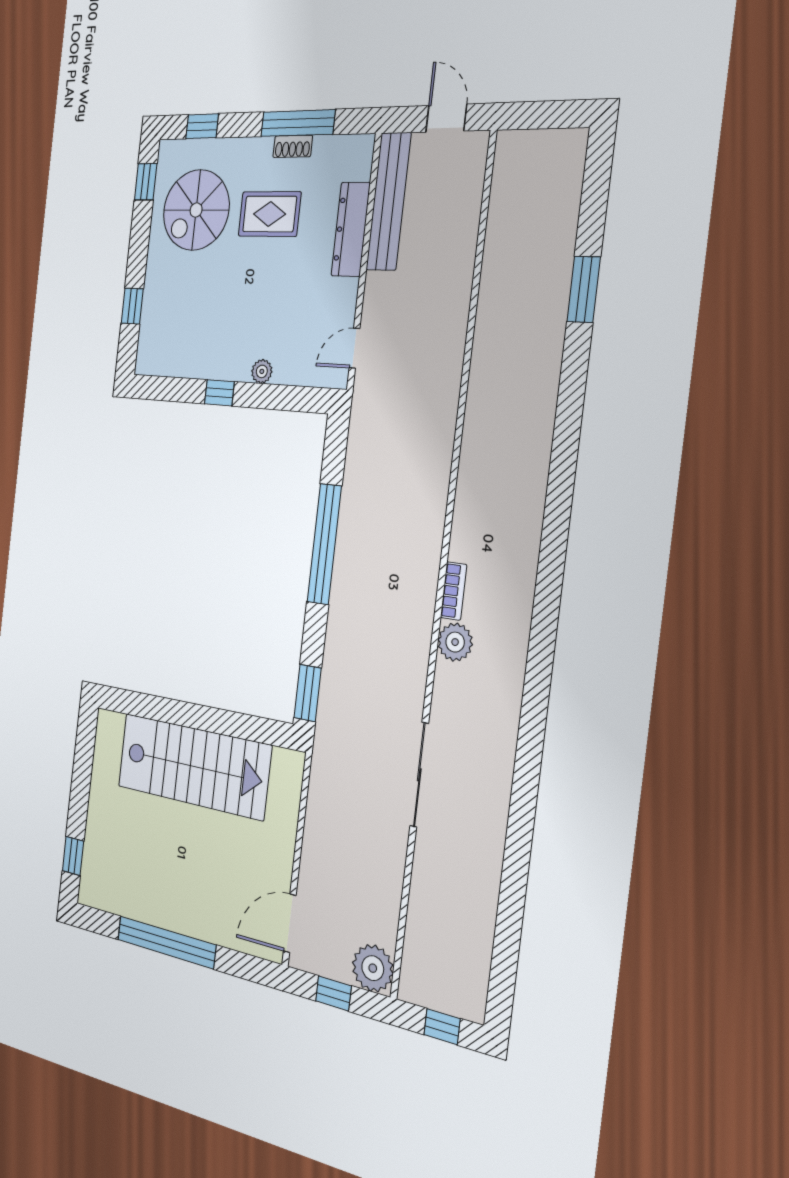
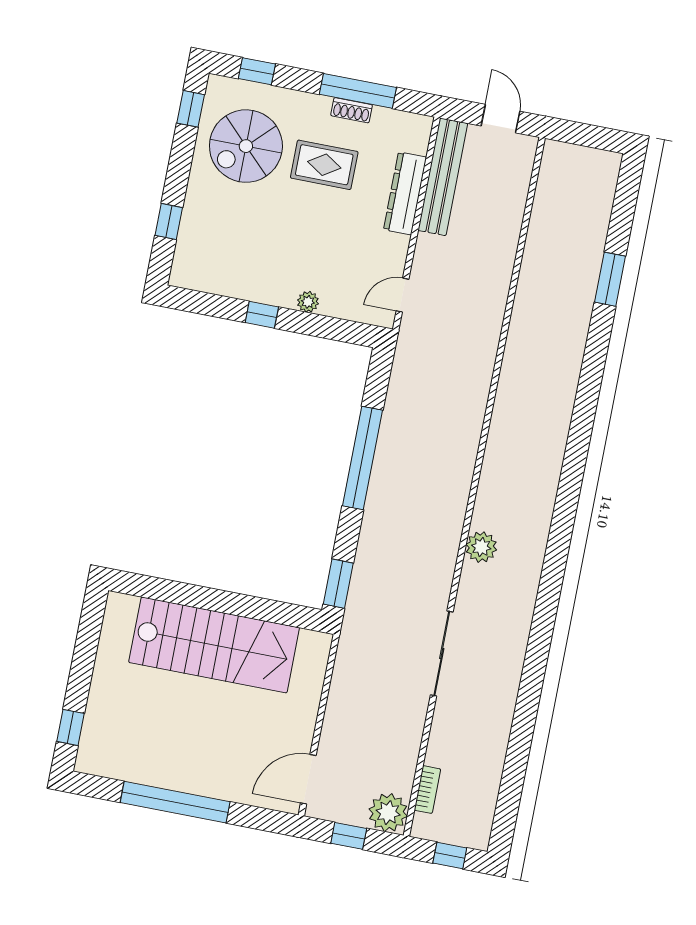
bookcase: (454, 591) -> (427, 790), moved

